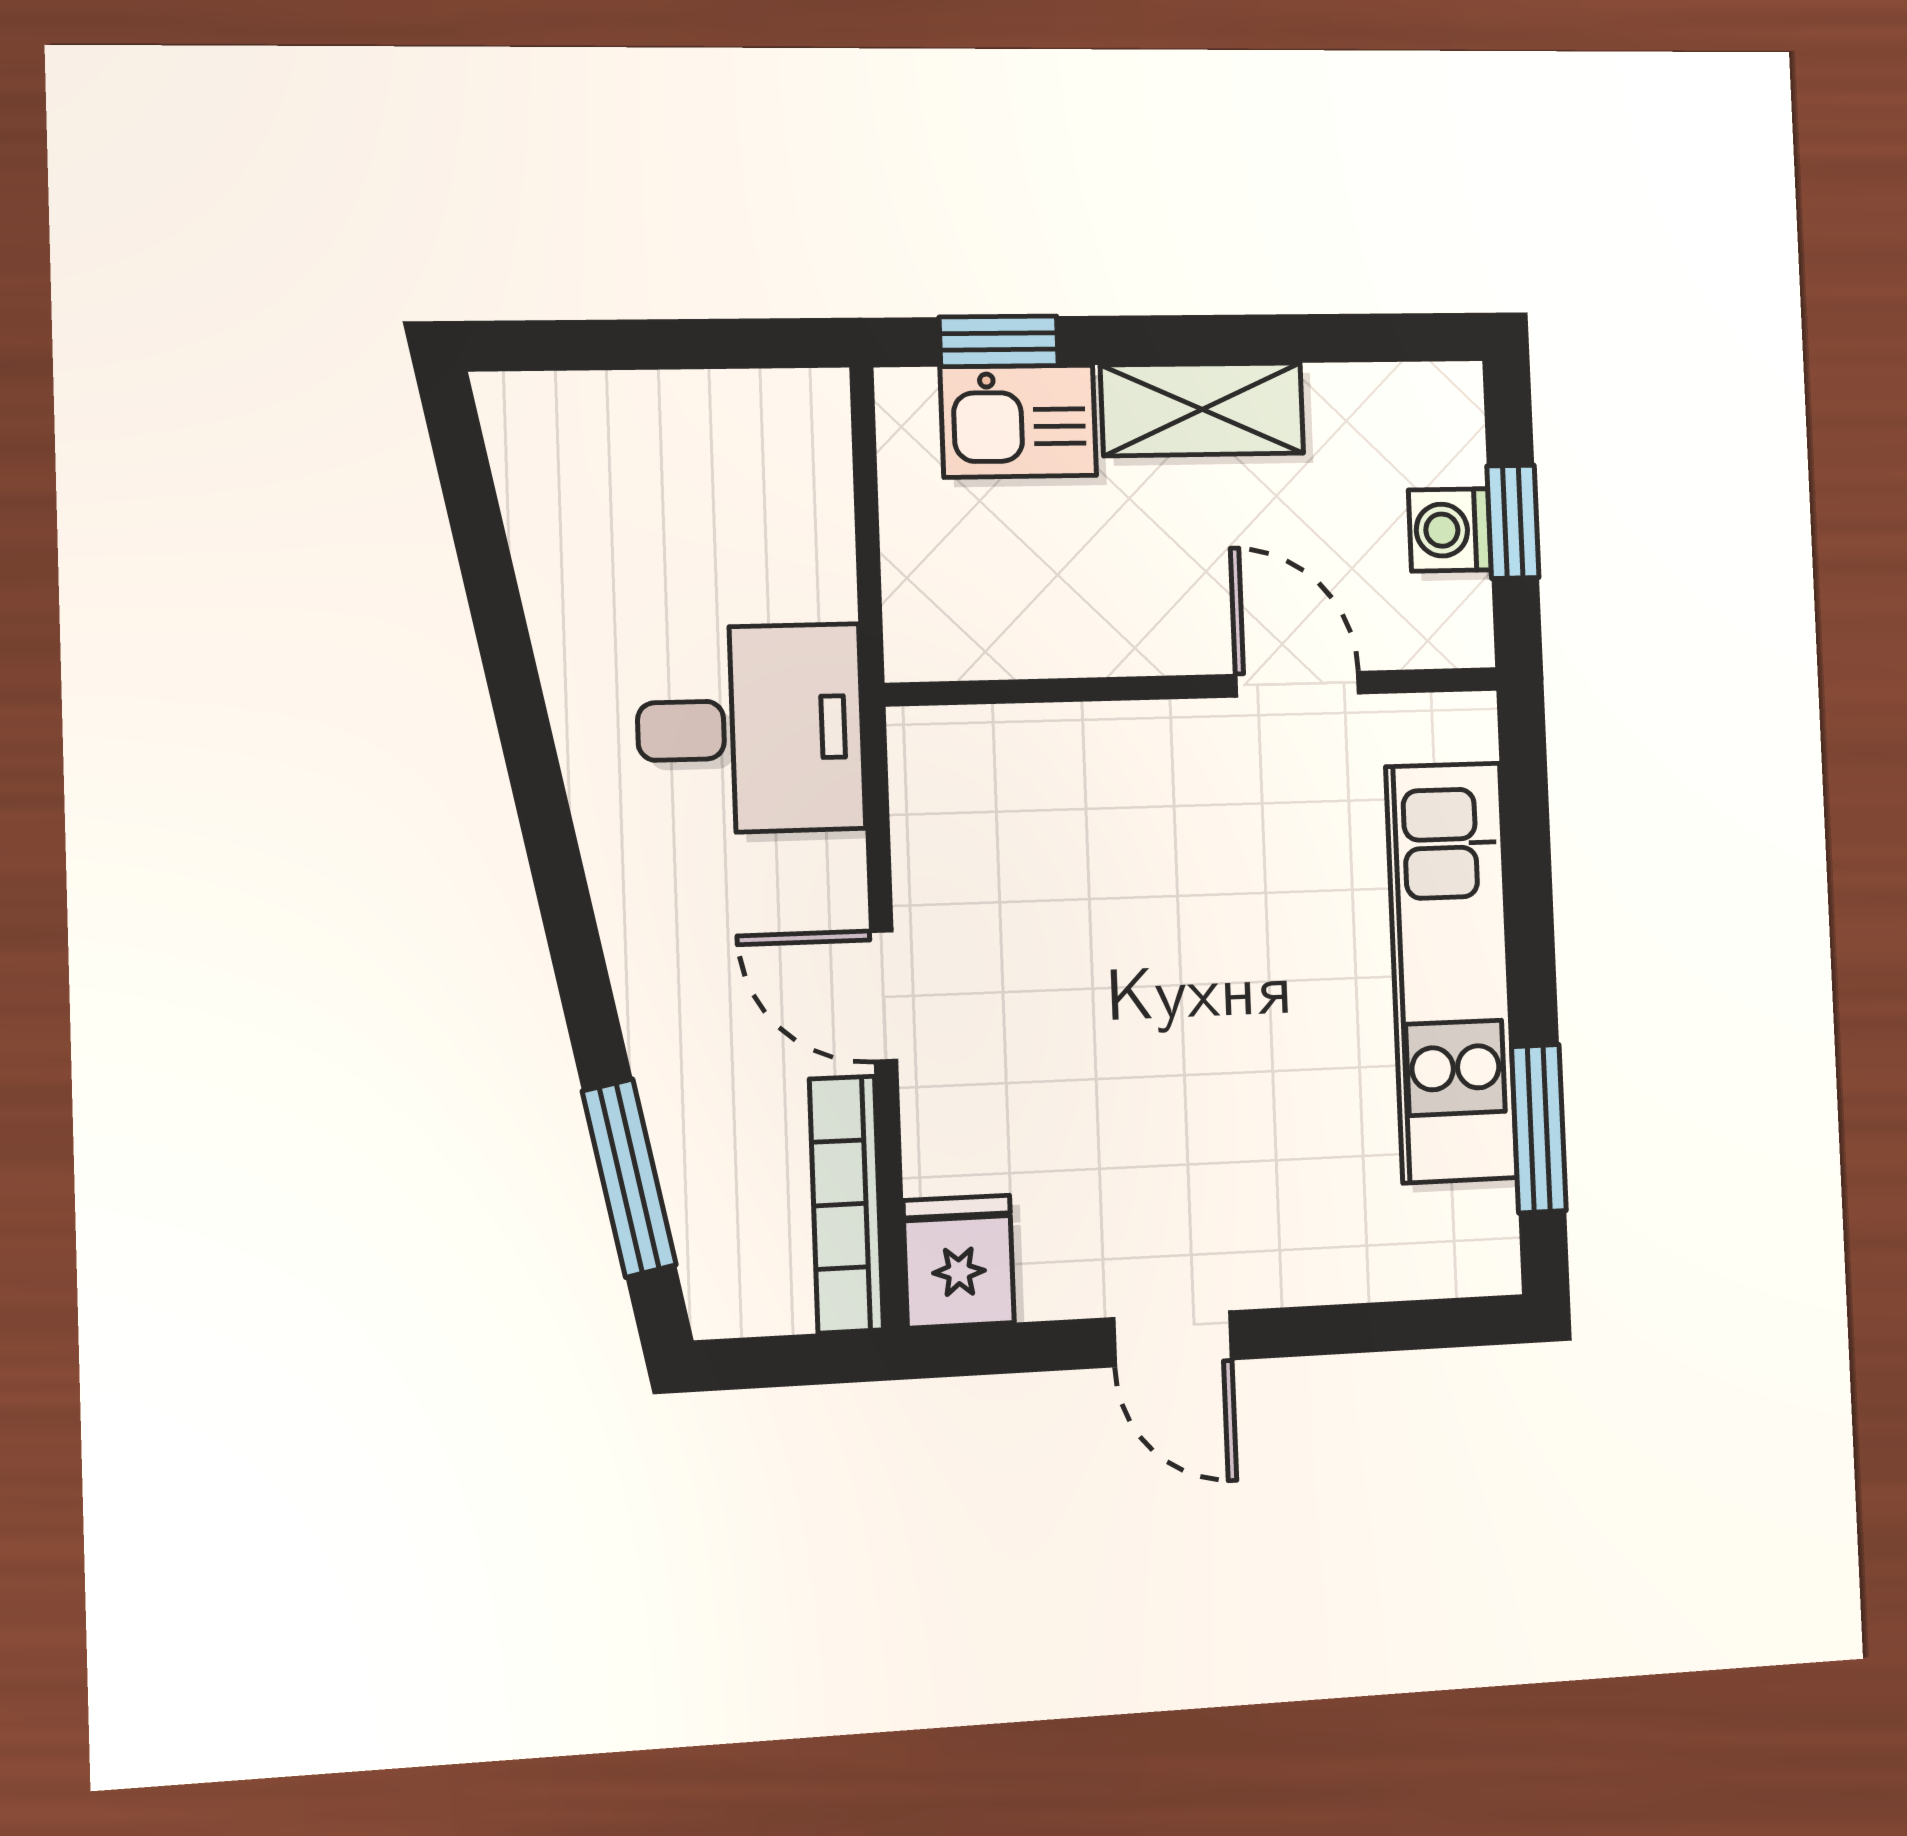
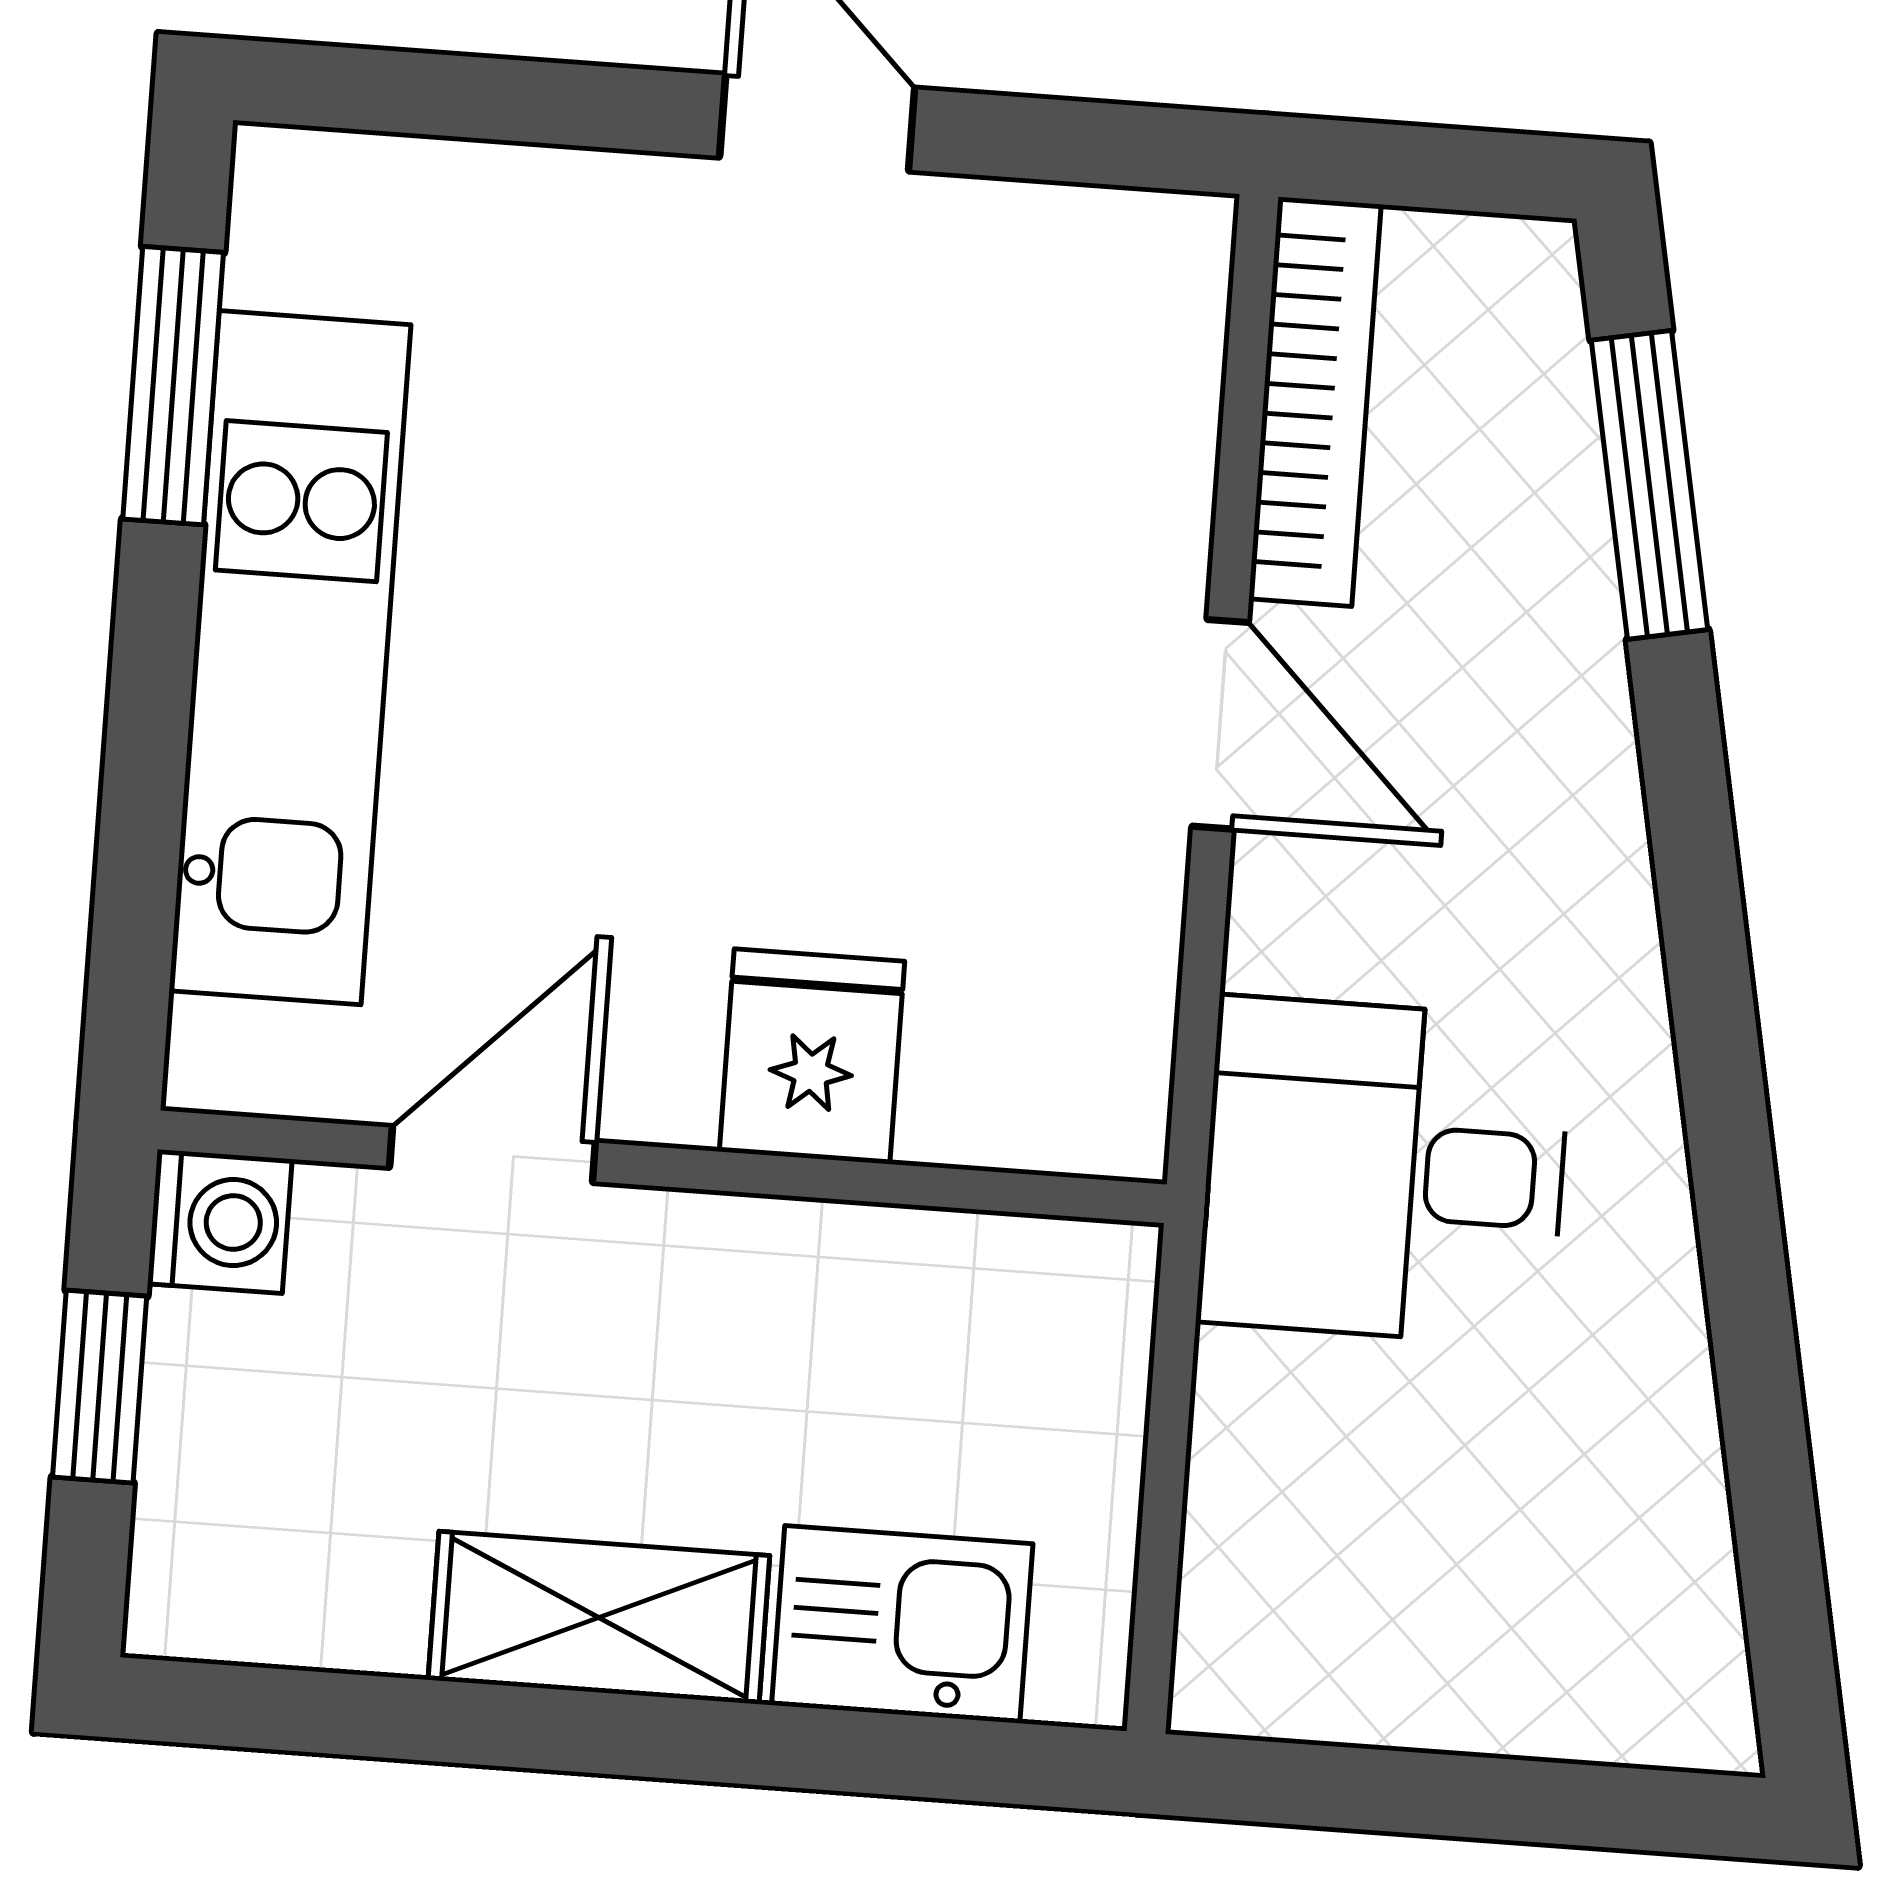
window: (999, 341) -> (920, 1756), removed
washing machine: (1450, 530) -> (220, 1221), moved
door: (1297, 684) -> (492, 1154), swing flipped
fridge: (959, 1262) -> (812, 1056), moved, turned 180

